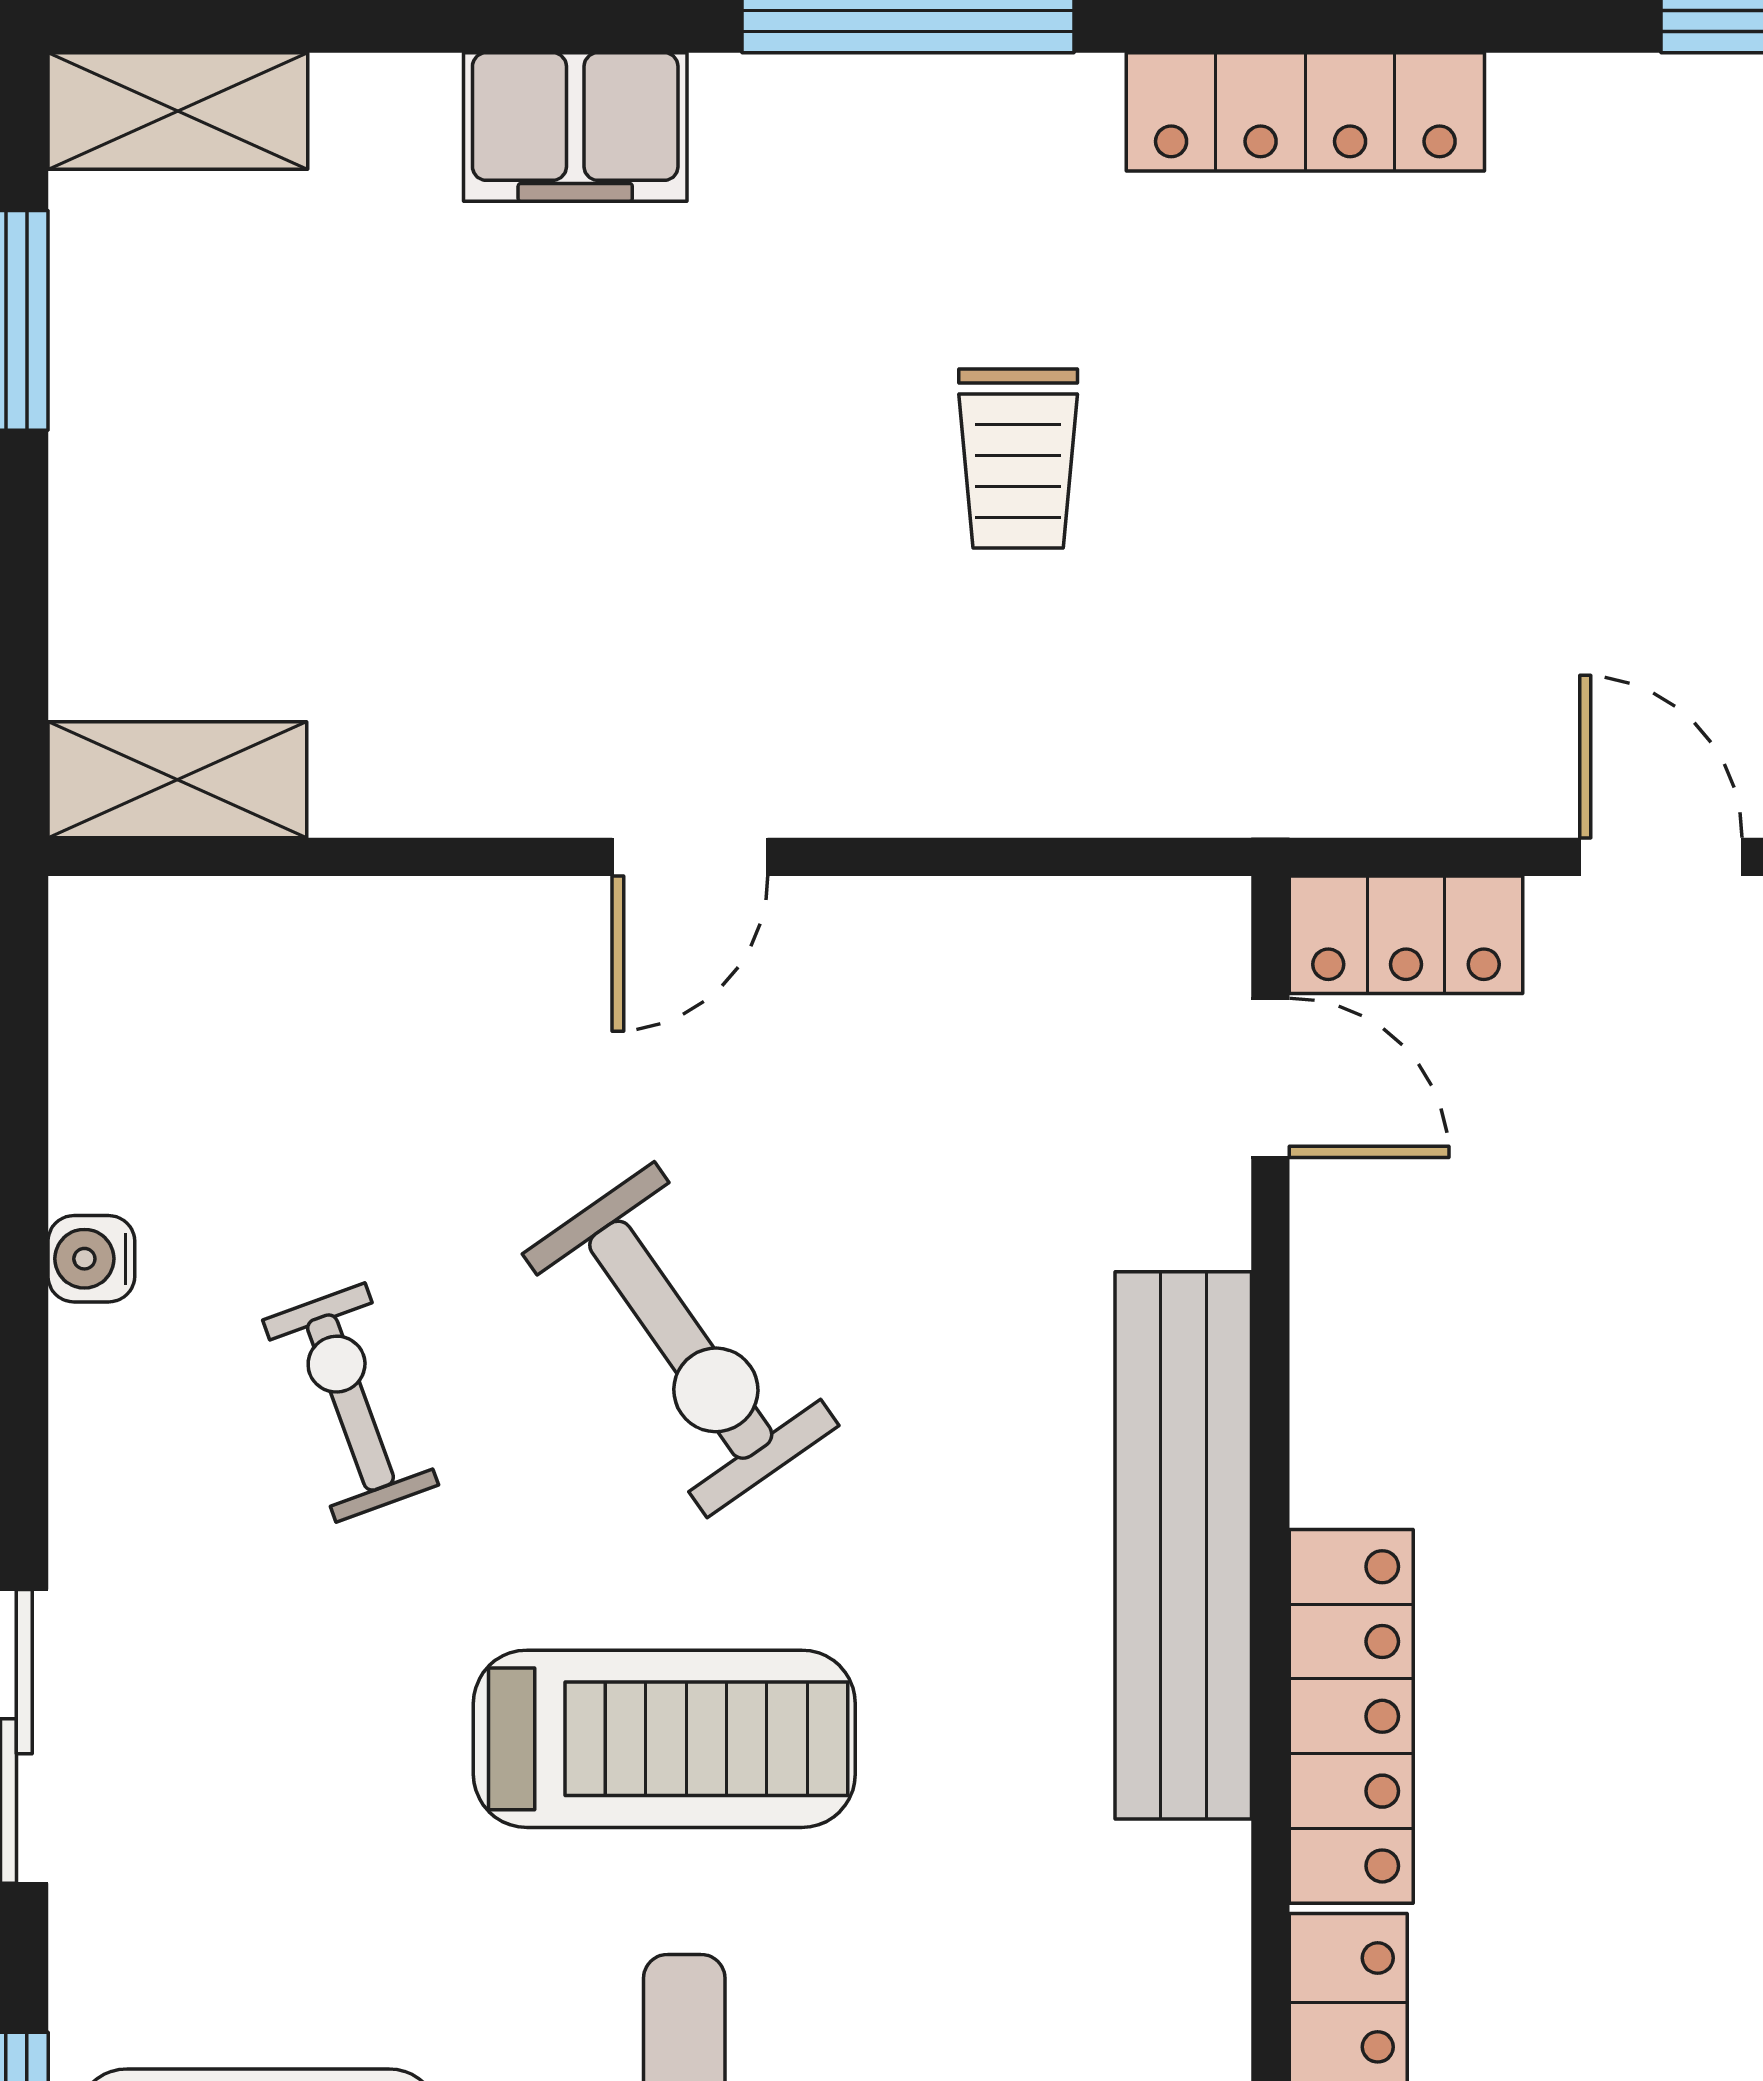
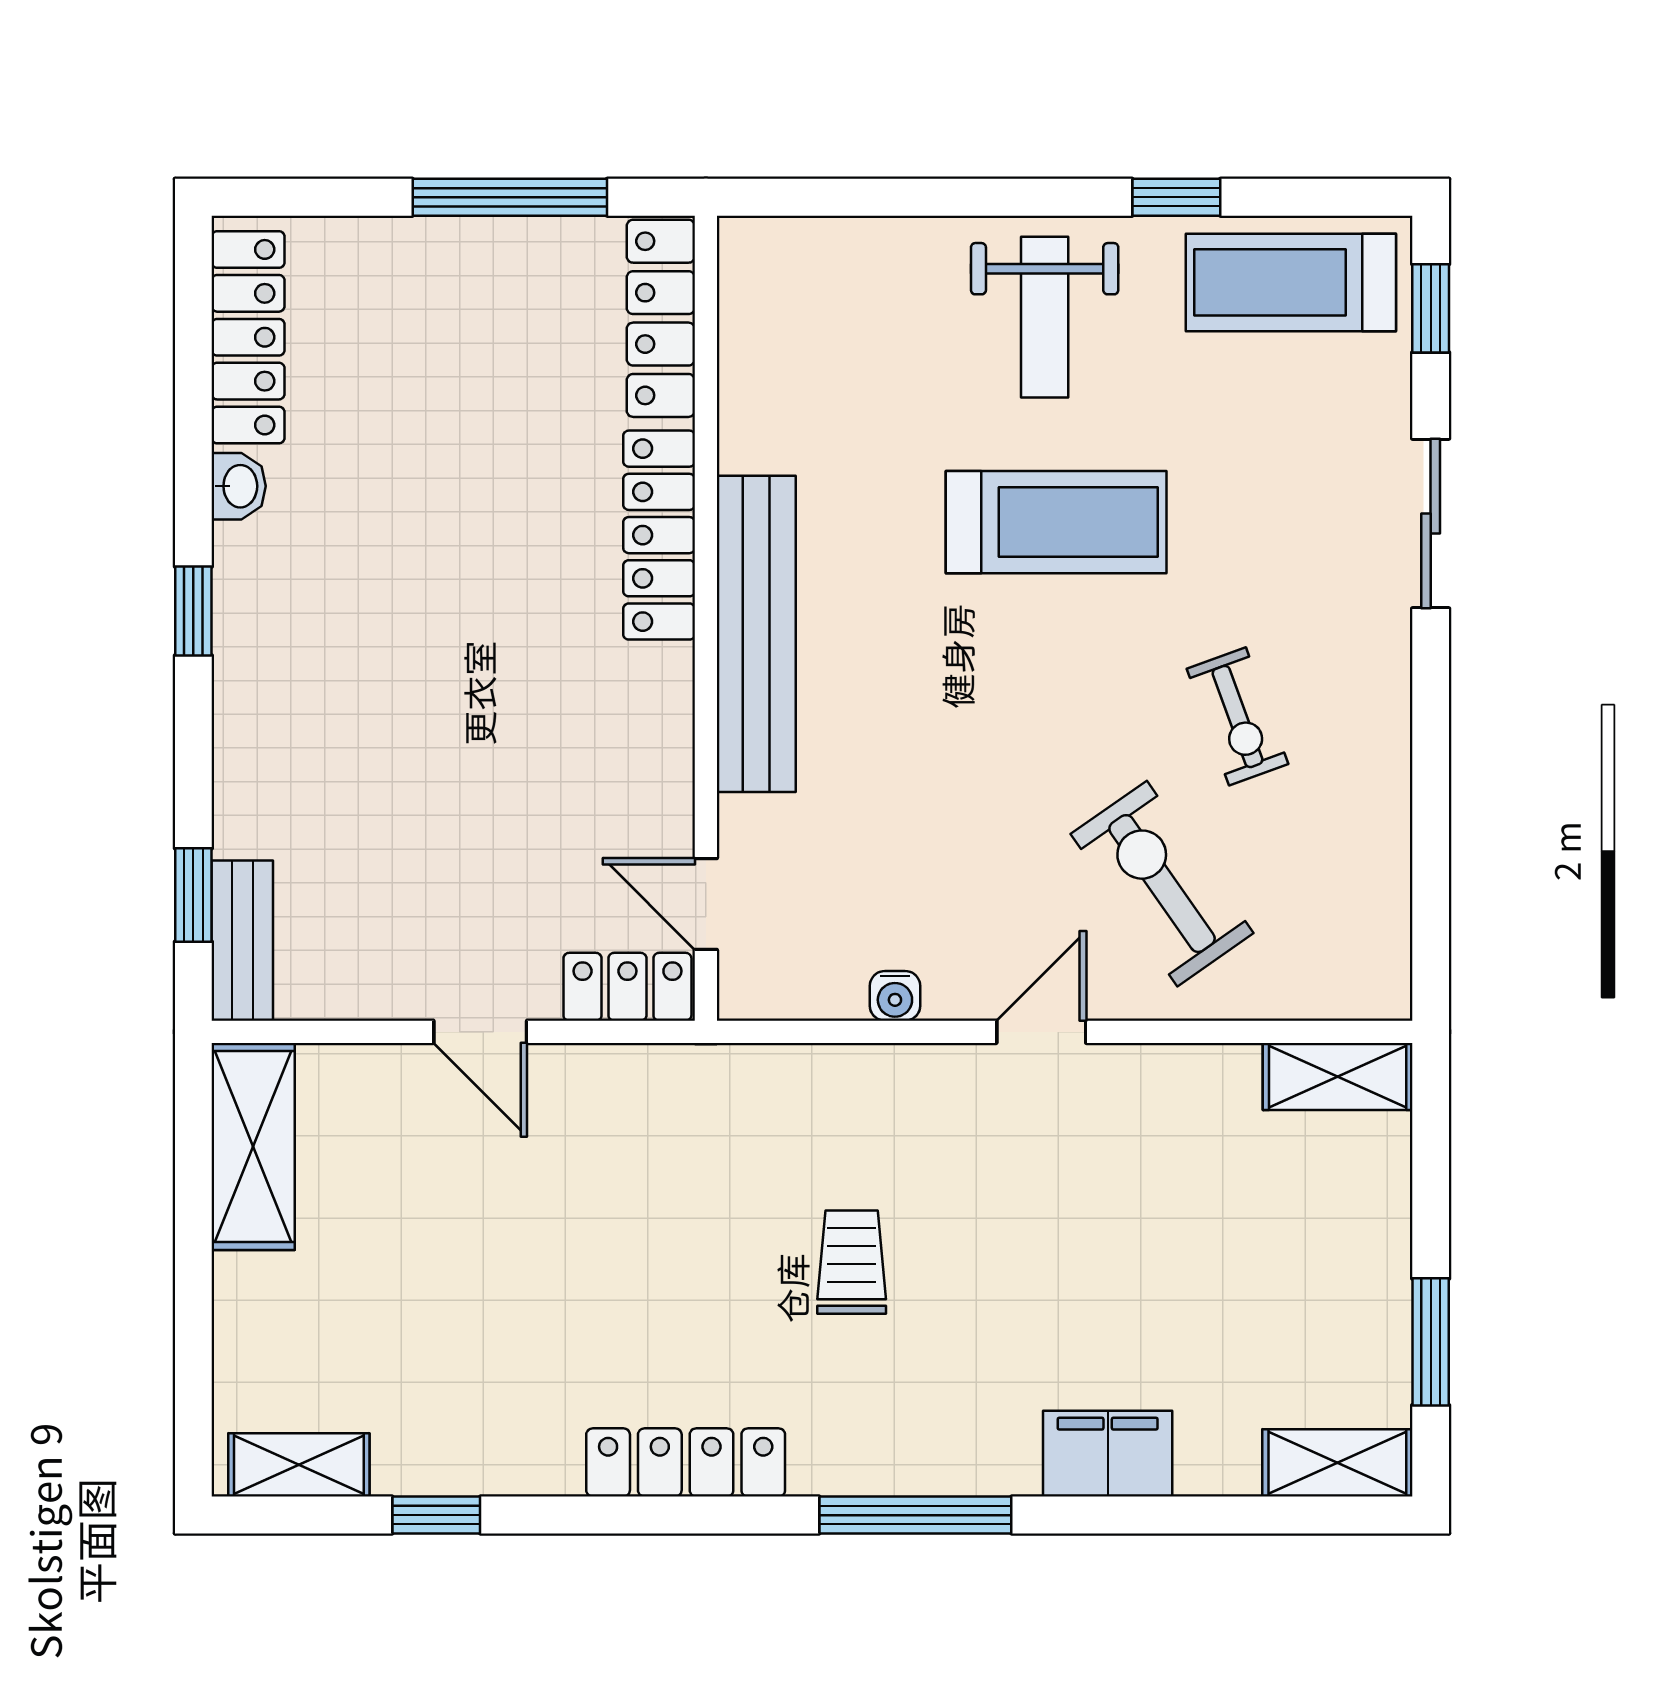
water cooler: (91, 1259) -> (895, 996), moved, turned 90
exercise bike: (681, 1340) -> (1162, 884), moved
treadmill: (664, 1739) -> (1056, 522), turned 180

